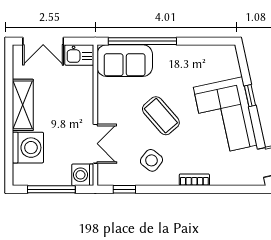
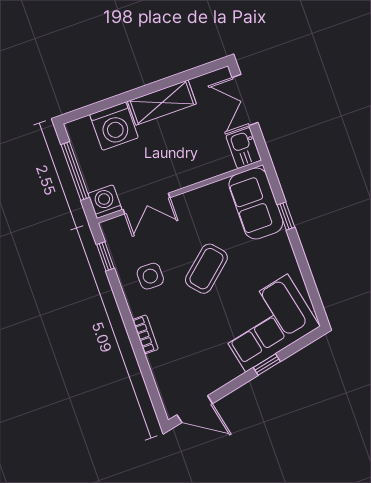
window: (142, 41) -> (286, 216), width x0.32
corner sofa: (225, 116) -> (267, 323), moved
side table: (151, 160) -> (150, 276), turned -38

